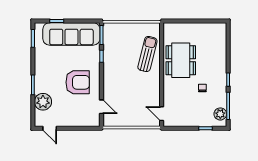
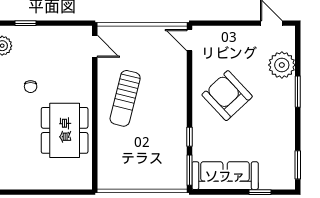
sofa: (71, 34) -> (225, 176), width x0.74, depth x0.79
sun lounger: (147, 54) -> (125, 98), moved
armchair: (78, 82) -> (227, 96), turned 47
door: (102, 107) -> (189, 40), moved

